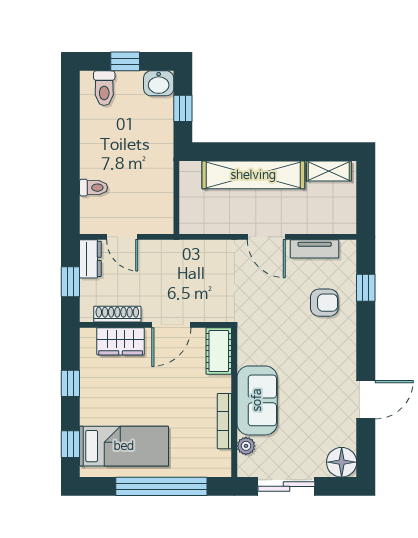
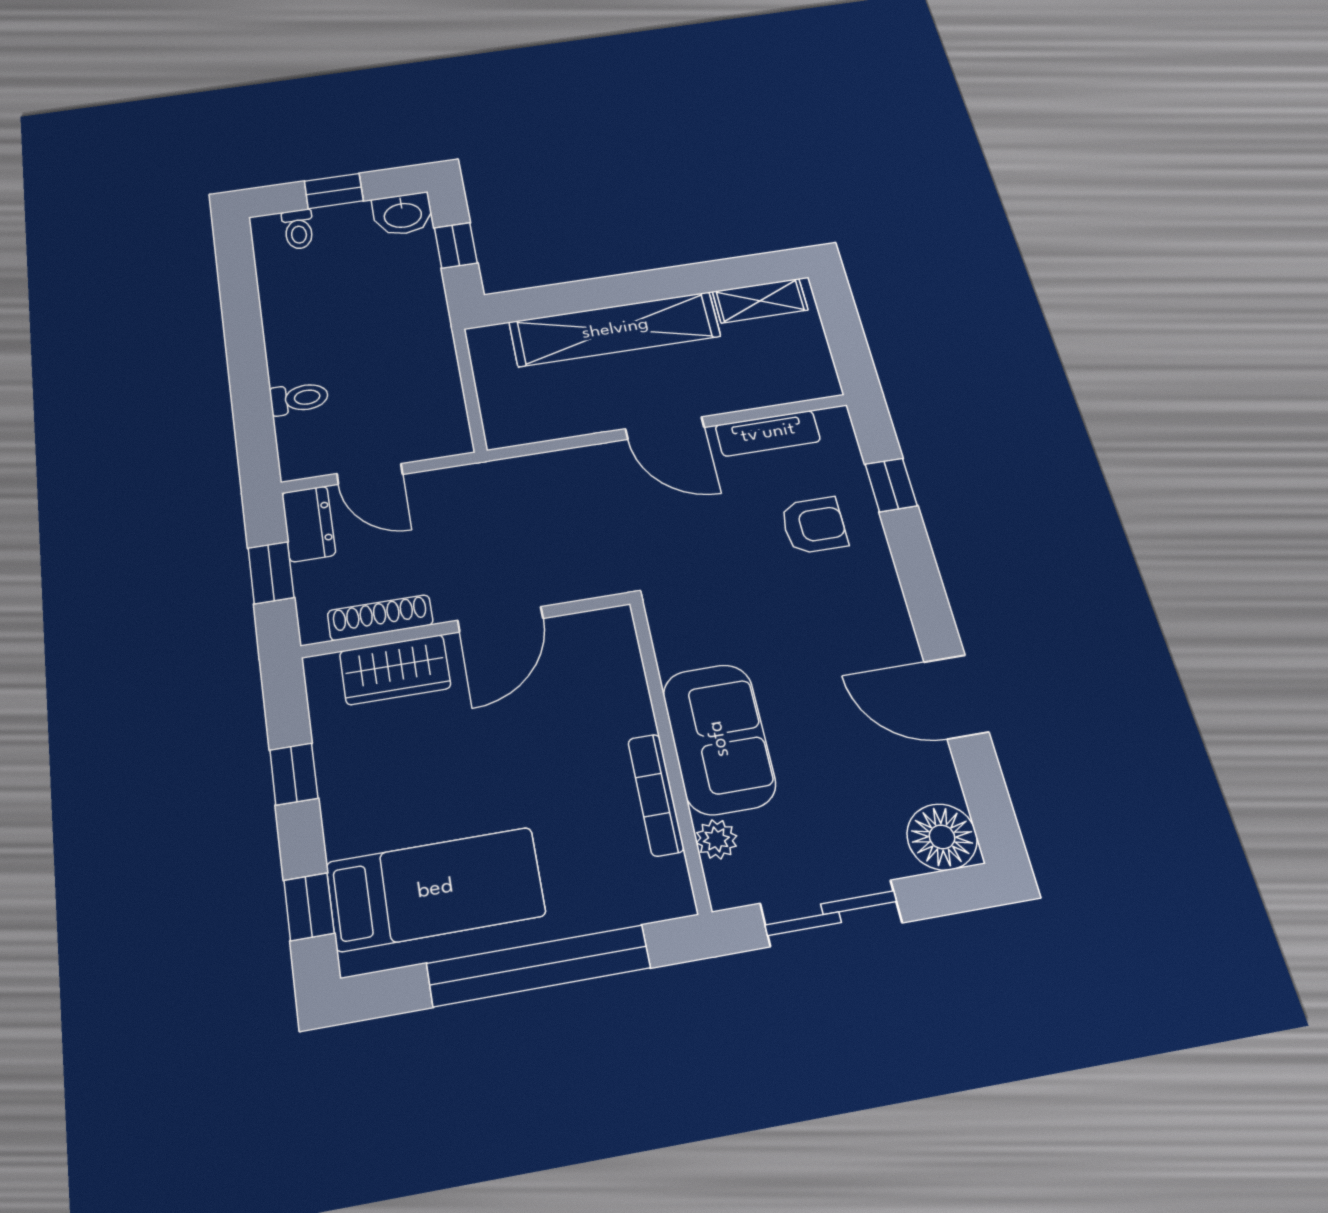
toilet: (104, 88) -> (298, 229), width x0.73, depth x0.72
cot: (219, 351) -> (613, 653), removed
door: (366, 400) -> (956, 697), swing flipped

